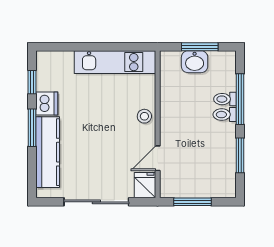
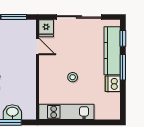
window: (32, 82) -> (123, 38), moved
stool: (144, 116) -> (73, 77), moved
door: (158, 158) -> (37, 47), hinge flipped

